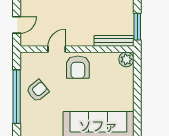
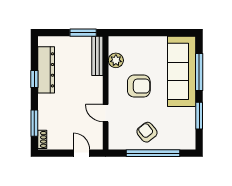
plant: (126, 59) -> (116, 60), moved
armchair: (78, 67) -> (139, 86), moved

